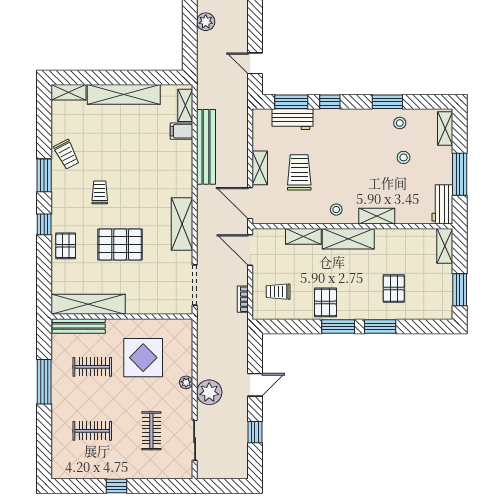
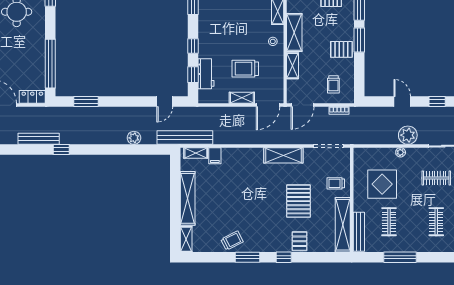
window: (291, 102) -> (193, 75), width x0.67
bench: (206, 147) -> (185, 138), moved
trolley: (100, 192) -> (336, 183), moved
pallet: (66, 246) -> (300, 241), turned 90

